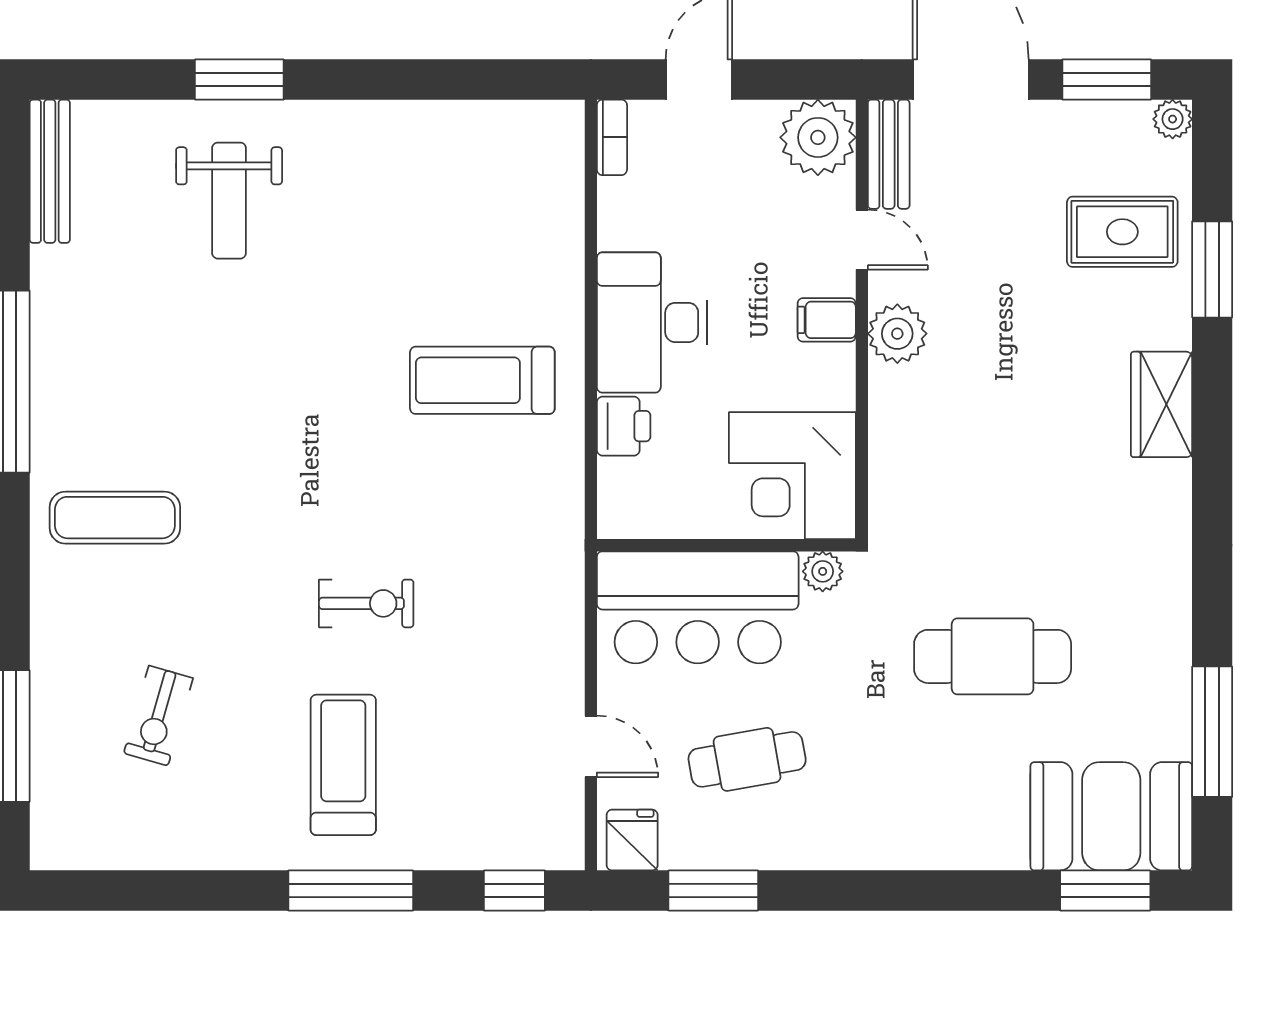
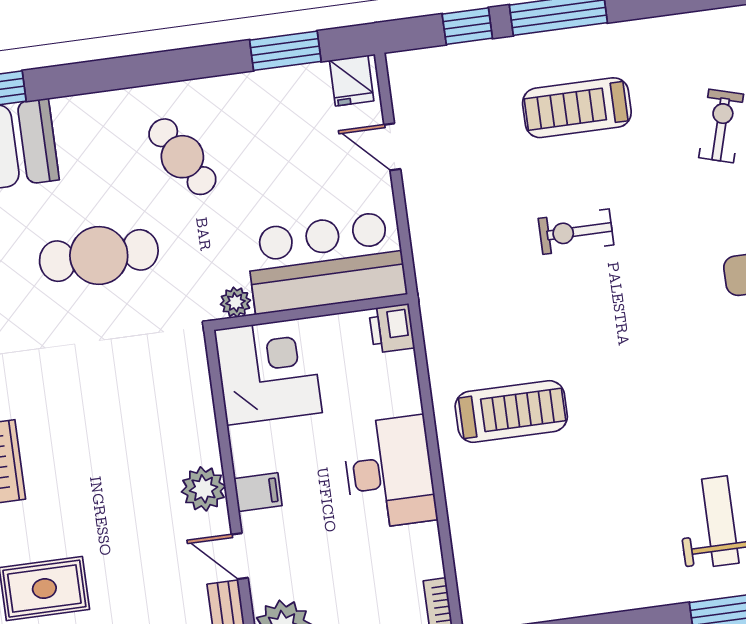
printer: (624, 426) -> (392, 328), moved
cafe table: (747, 759) -> (182, 157), moved, turned 69
treadmill: (343, 765) -> (577, 108), turned 90
window: (514, 891) -> (467, 26), moved

